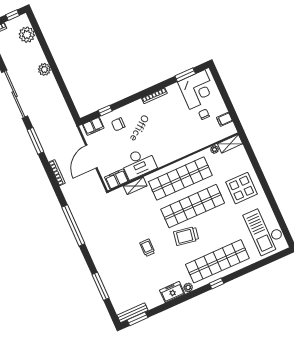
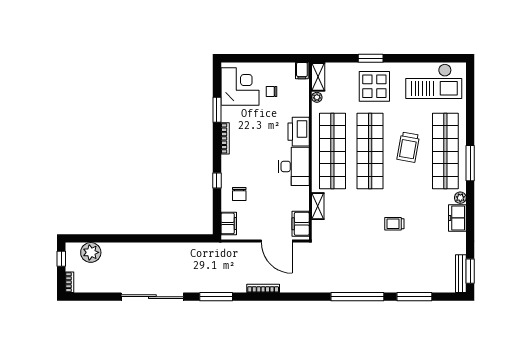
plant: (44, 69) -> (139, 250), removed
window: (185, 75) -> (217, 110), moved
window: (105, 111) -> (217, 181), moved
filing cabinet: (225, 119) -> (302, 71), moved
printer: (184, 147) -> (299, 132), added
door: (91, 157) -> (277, 241), moved
desk: (139, 163) -> (294, 166), moved
window: (261, 176) -> (371, 58), added
window: (73, 225) -> (357, 297), moved
trolley: (186, 236) -> (408, 147), moved
window: (217, 283) -> (470, 163), width x2.17

